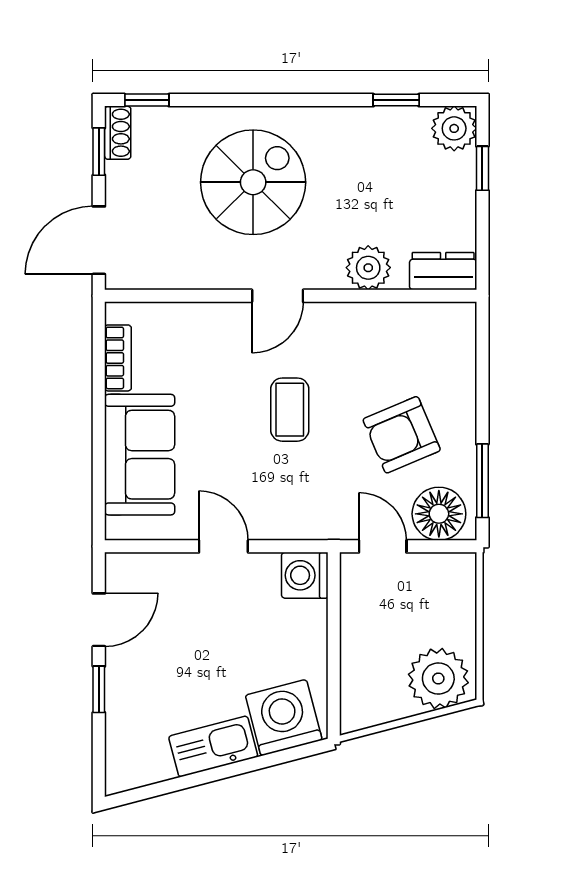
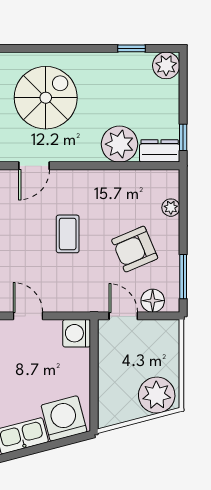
window: (482, 168) -> (183, 137), moved
plant: (368, 268) -> (120, 144), width x1.36, depth x1.36
door: (278, 296) -> (34, 166), moved
plant: (462, 366) -> (171, 208), added
floor lamp: (439, 514) -> (153, 301), width x0.73, depth x0.73

